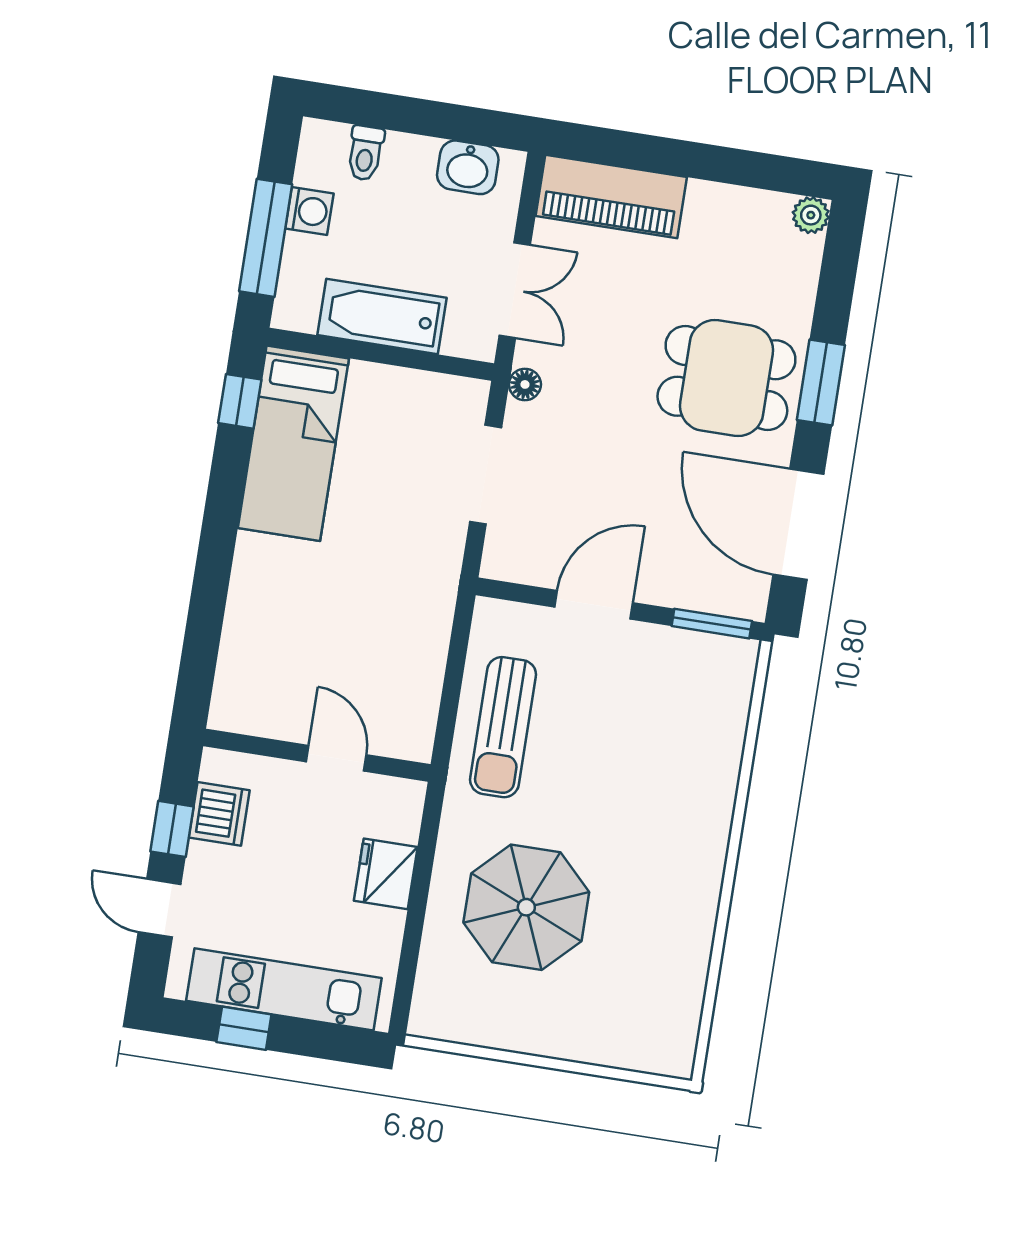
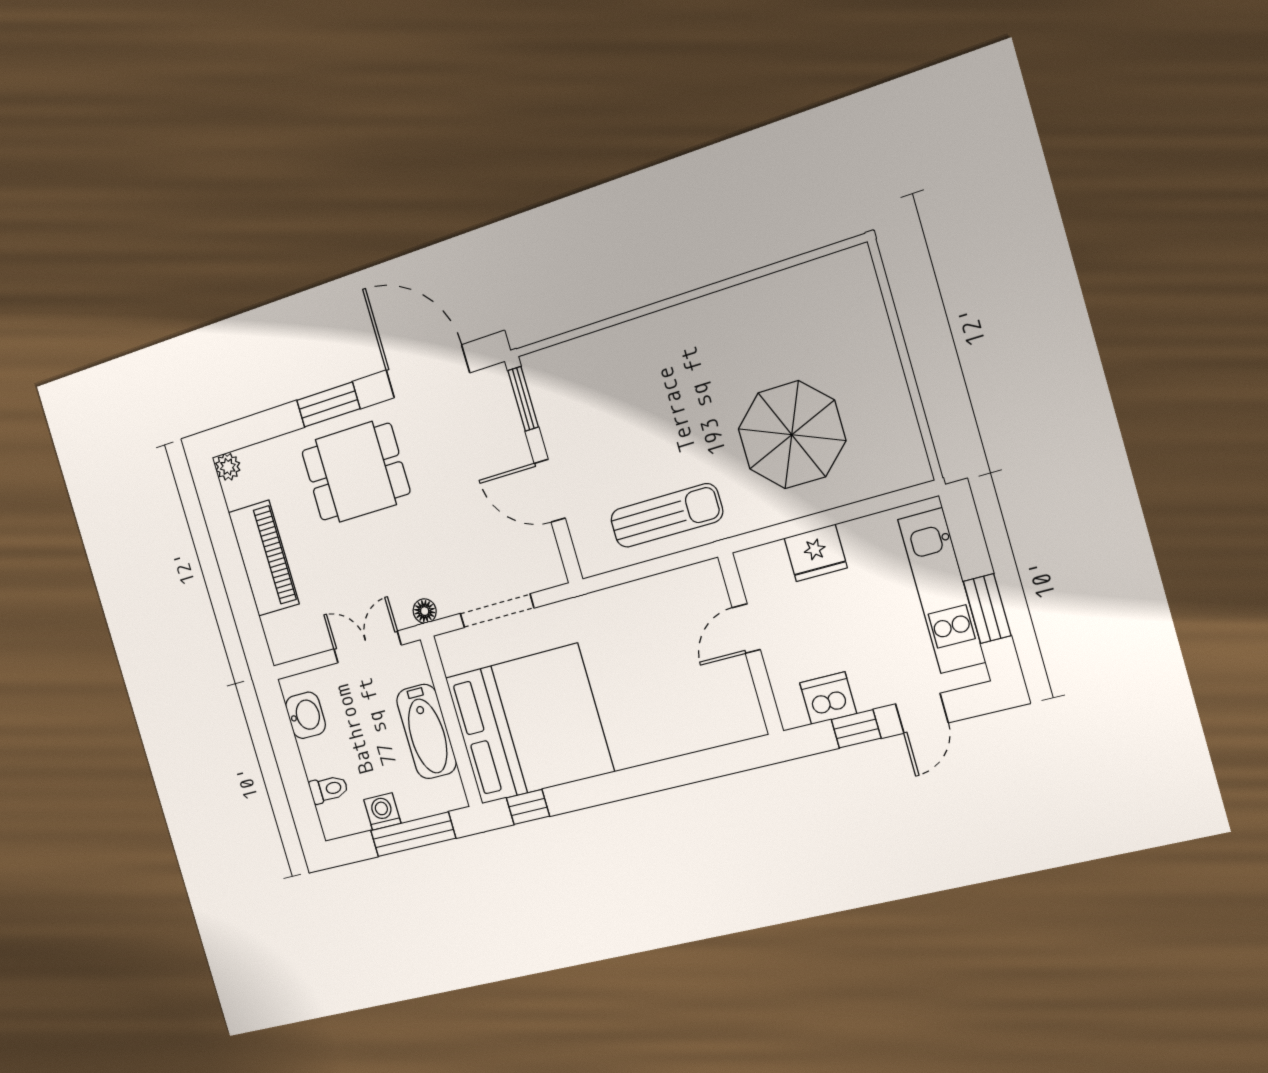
piano: (611, 196) -> (264, 558), moved
dining table: (726, 378) -> (356, 472), turned 90
bed: (293, 443) -> (529, 724), width x2.04
door: (798, 524) -> (428, 371), swing flipped
window: (244, 1028) -> (987, 609), width x1.50

